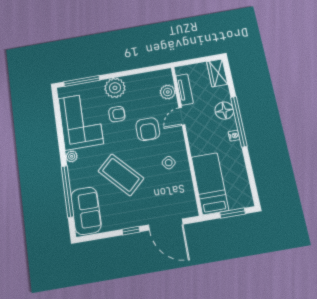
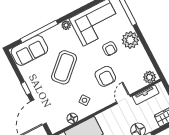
plant: (168, 92) -> (150, 77), moved
door: (182, 116) -> (123, 99), hinge flipped
armchair: (148, 129) -> (105, 76), turned -90
floor lamp: (186, 184) -> (72, 118), added

